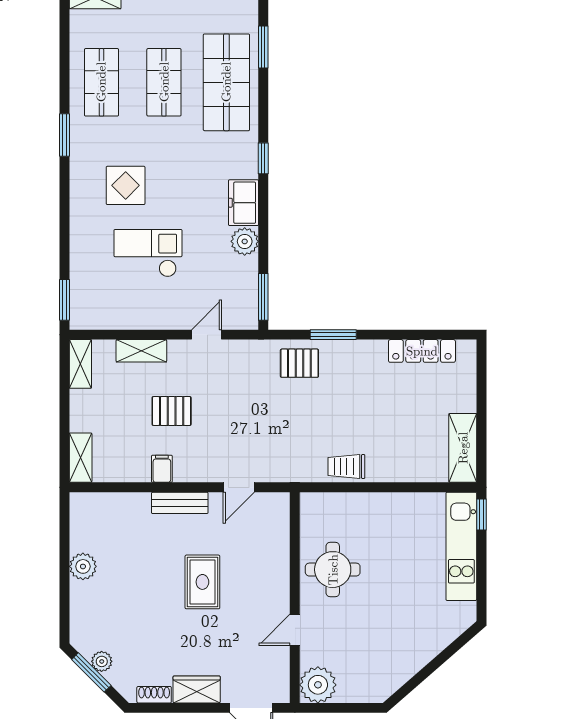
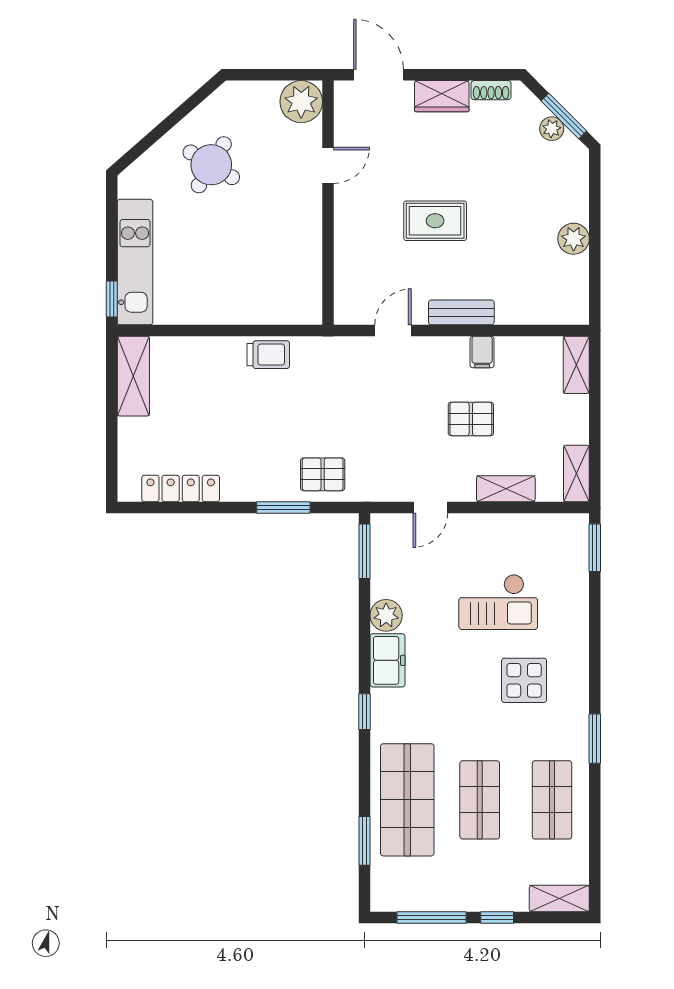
round table: (333, 570) -> (211, 165), moved, turned 31
rug: (202, 582) -> (435, 221), turned 90

